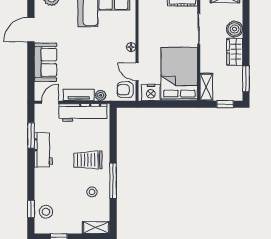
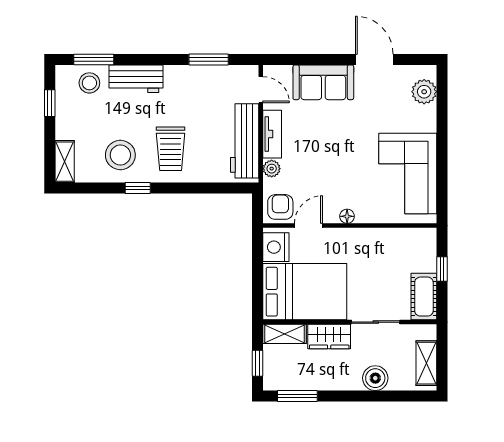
wardrobe: (235, 52) -> (329, 337), moved, turned 180
workbench: (43, 150) -> (136, 79), moved
trolley: (88, 160) -> (171, 149), turned 180
window: (113, 181) -> (138, 188), width x0.46
stool: (92, 192) -> (120, 155), width x1.89, depth x1.89
window: (31, 209) -> (94, 59), width x1.50

